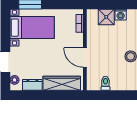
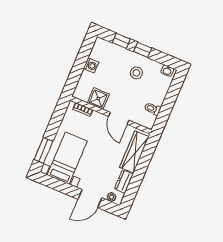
shower: (106, 17) -> (98, 99), moved
door: (85, 58) -> (119, 118), hinge flipped

